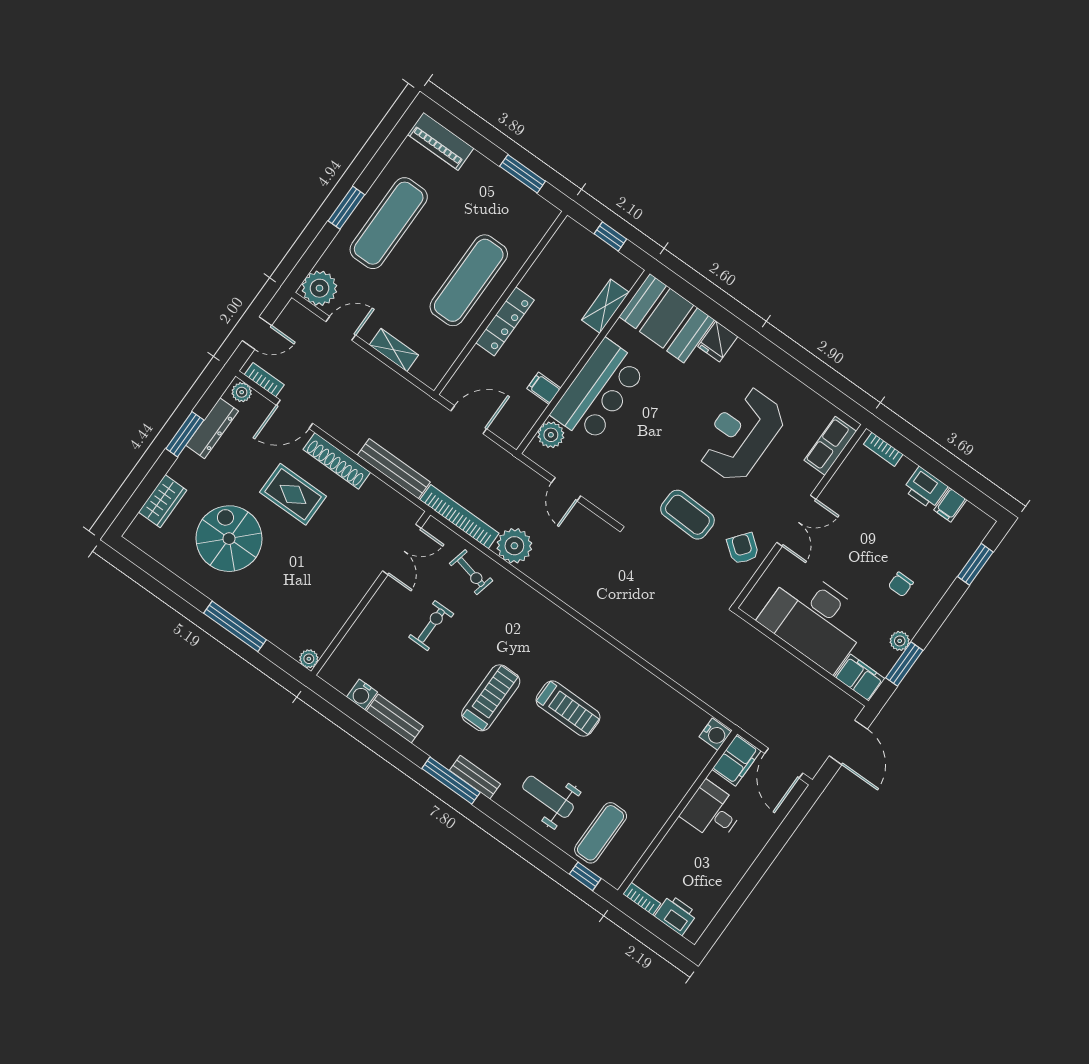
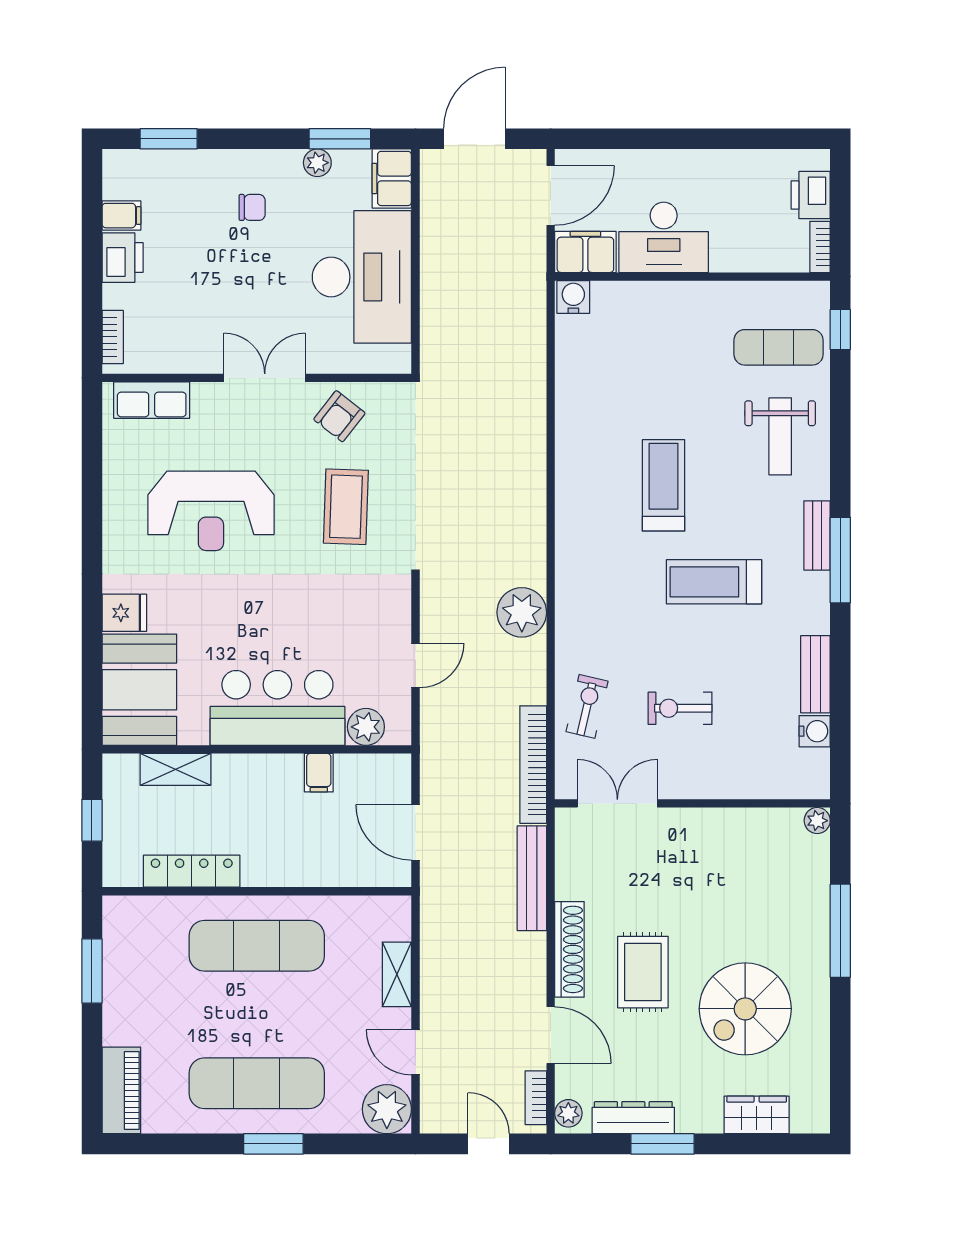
locker: (505, 321) -> (192, 871), moved
plant: (514, 546) -> (522, 612), moved
desk: (712, 812) -> (664, 237), width x1.37

